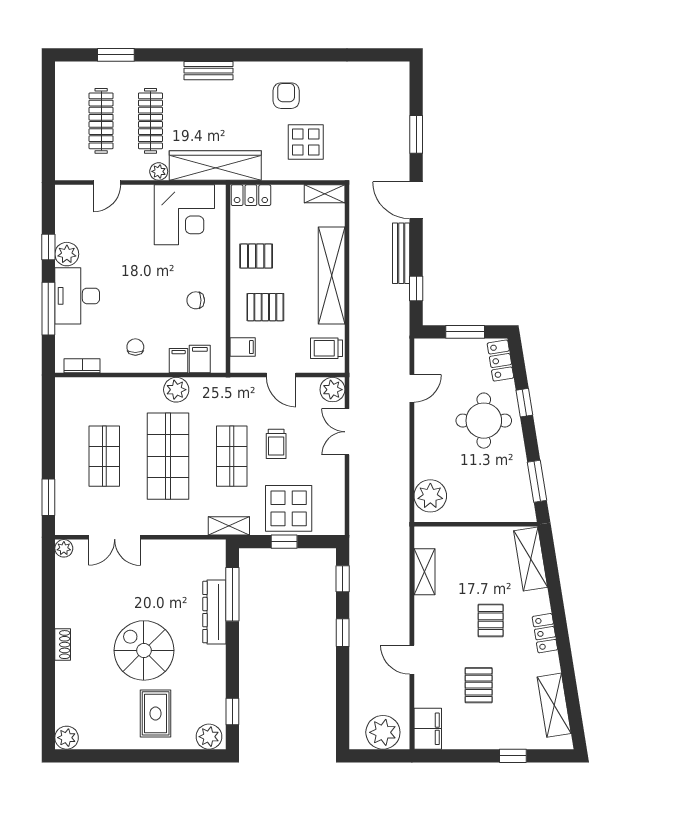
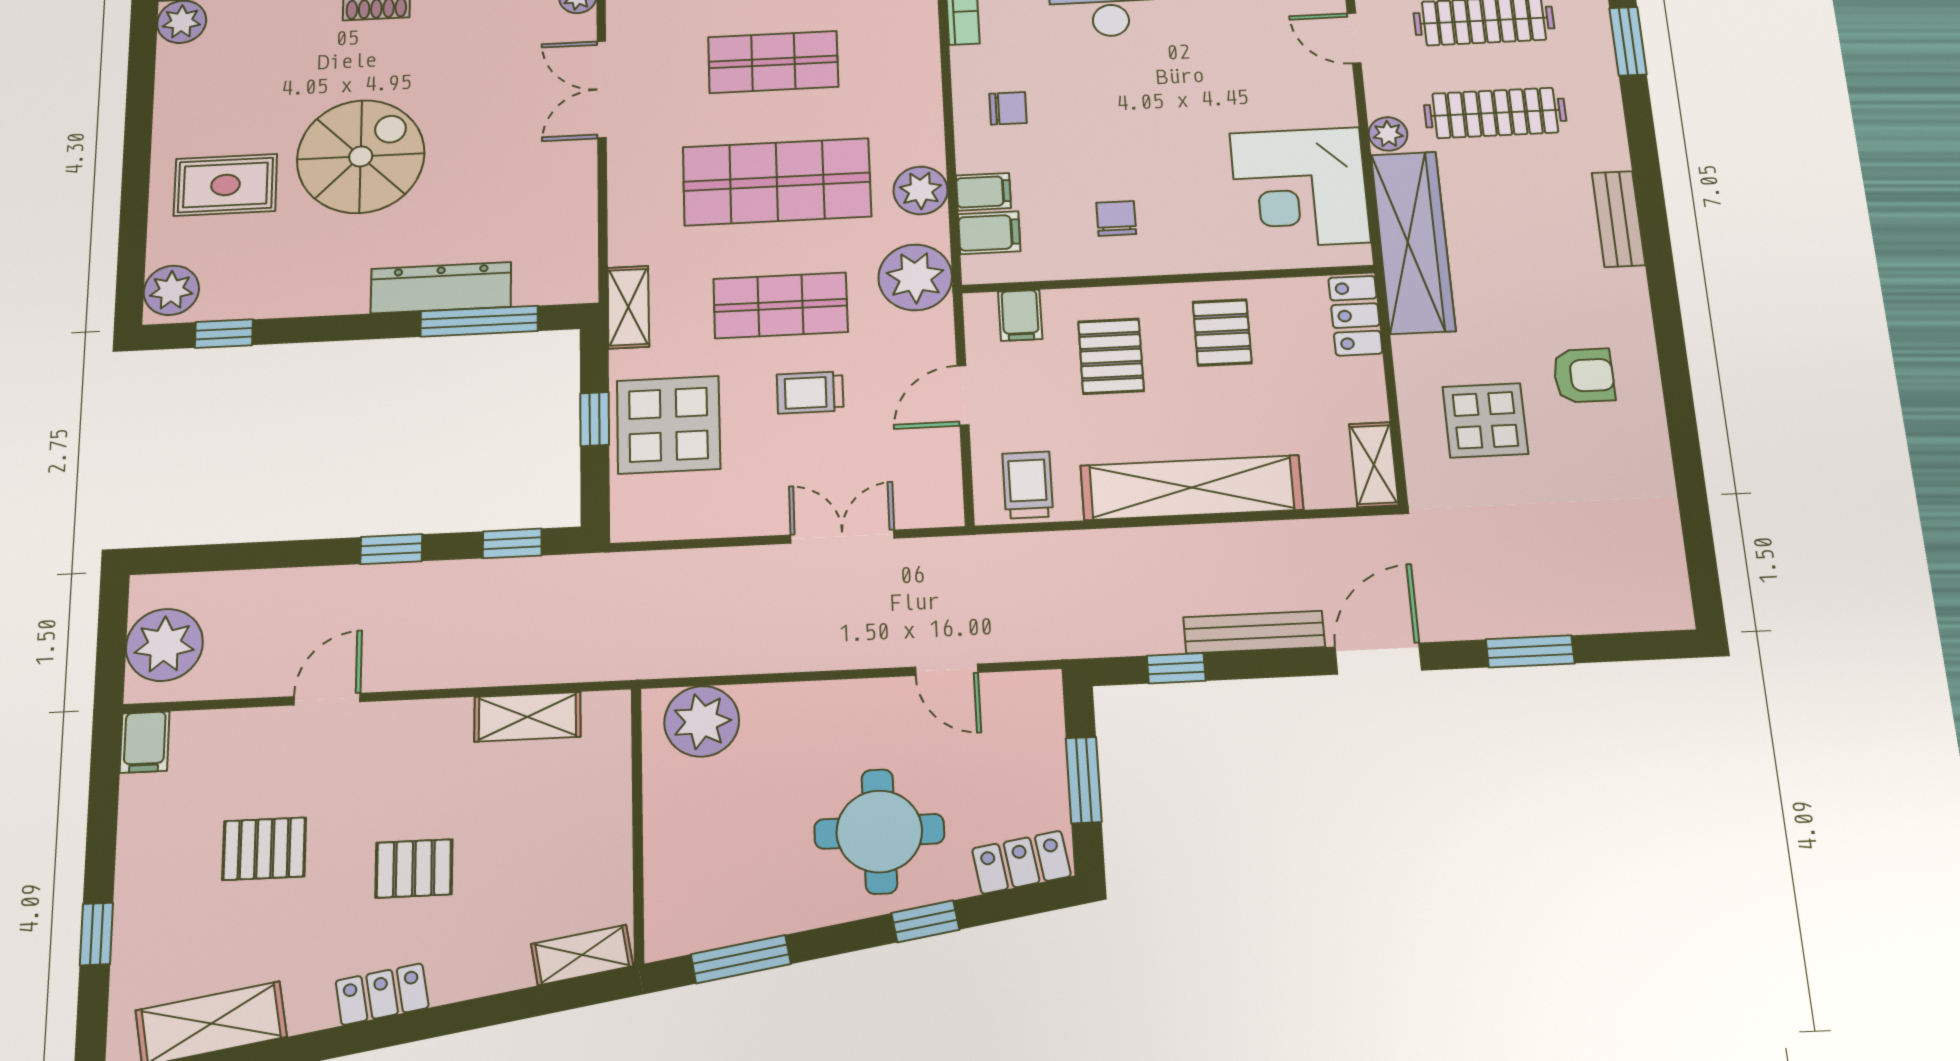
plant: (332, 390) -> (915, 277), moved, width x1.36, depth x1.36
shelving: (531, 559) -> (582, 955), width x0.67, depth x0.75
filing cabinet: (428, 729) -> (145, 742), width x0.50

